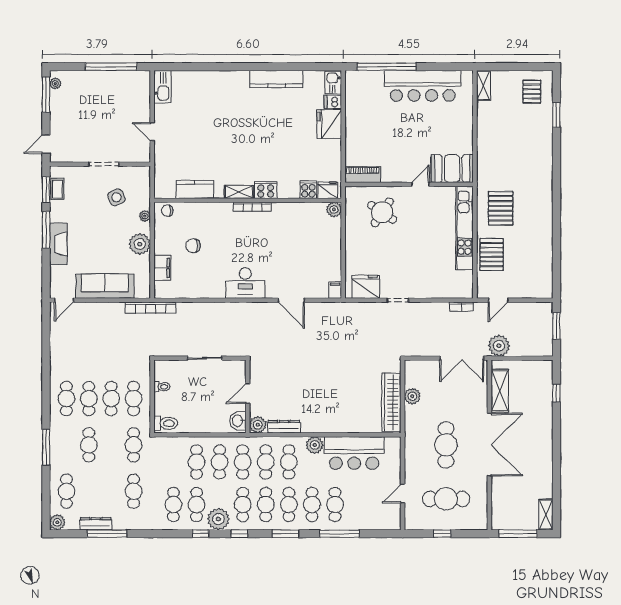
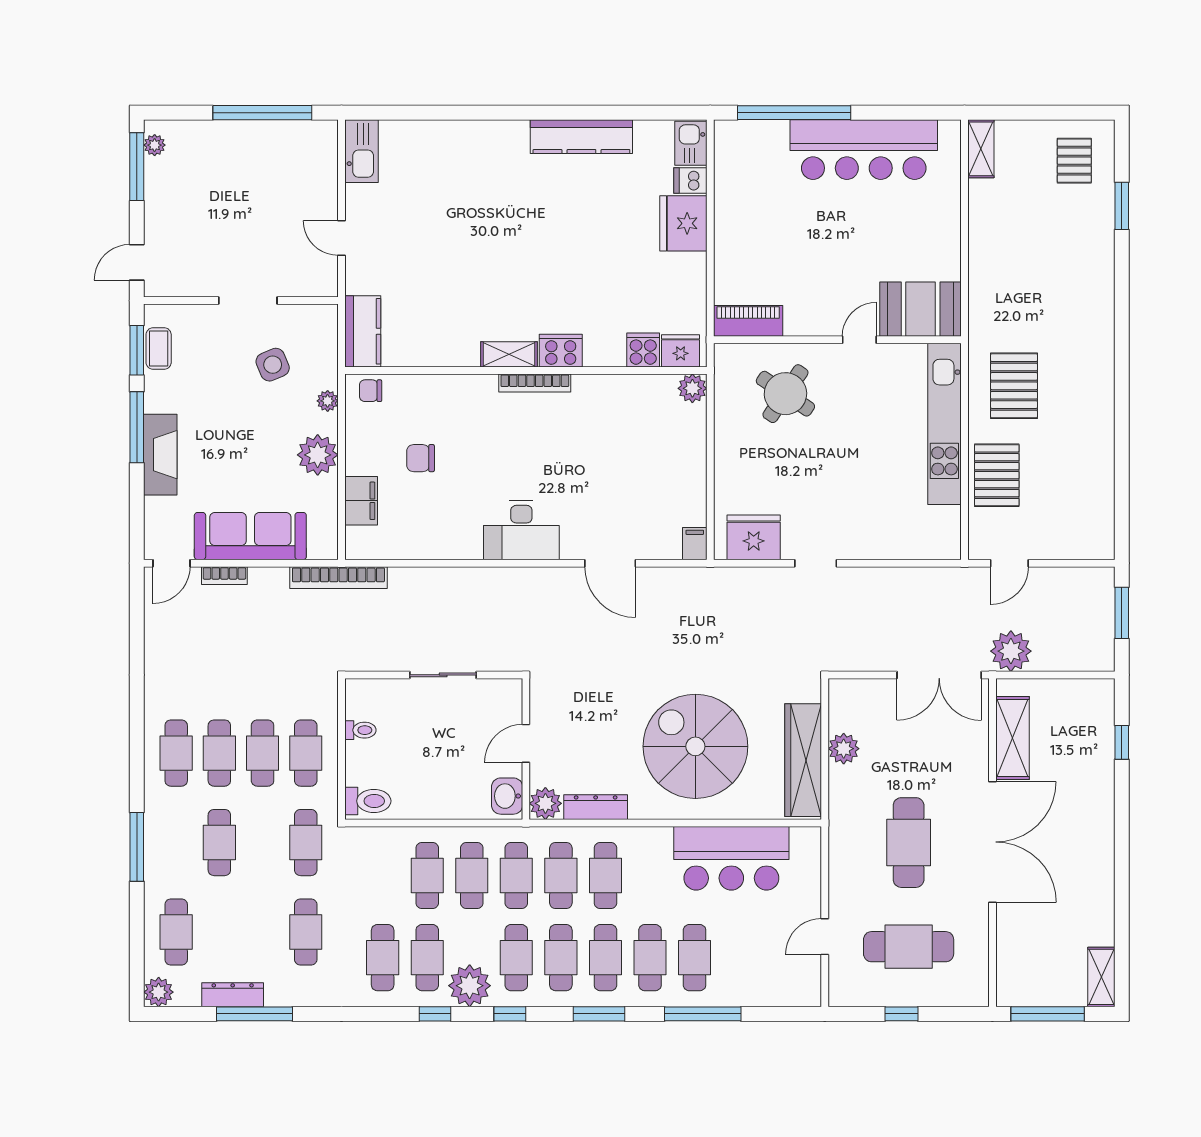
kitchen counter: (195, 189) -> (363, 331), moved, turned 90
bookcase: (461, 307) -> (224, 576), moved
spiral stairs: (335, 395) -> (695, 746), added
plant: (315, 445) -> (655, 843), removed

